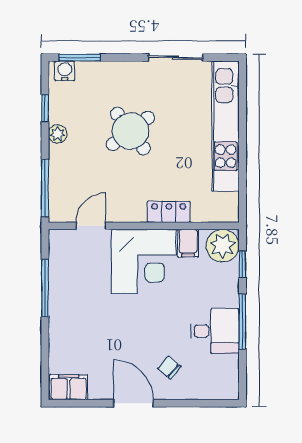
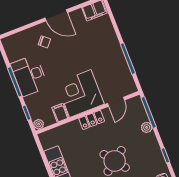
plant: (58, 134) -> (147, 127), moved
locker: (169, 212) -> (92, 120), moved
plant: (223, 246) -> (39, 124), width x0.53, depth x0.53
desk: (215, 331) -> (29, 76), width x1.37

